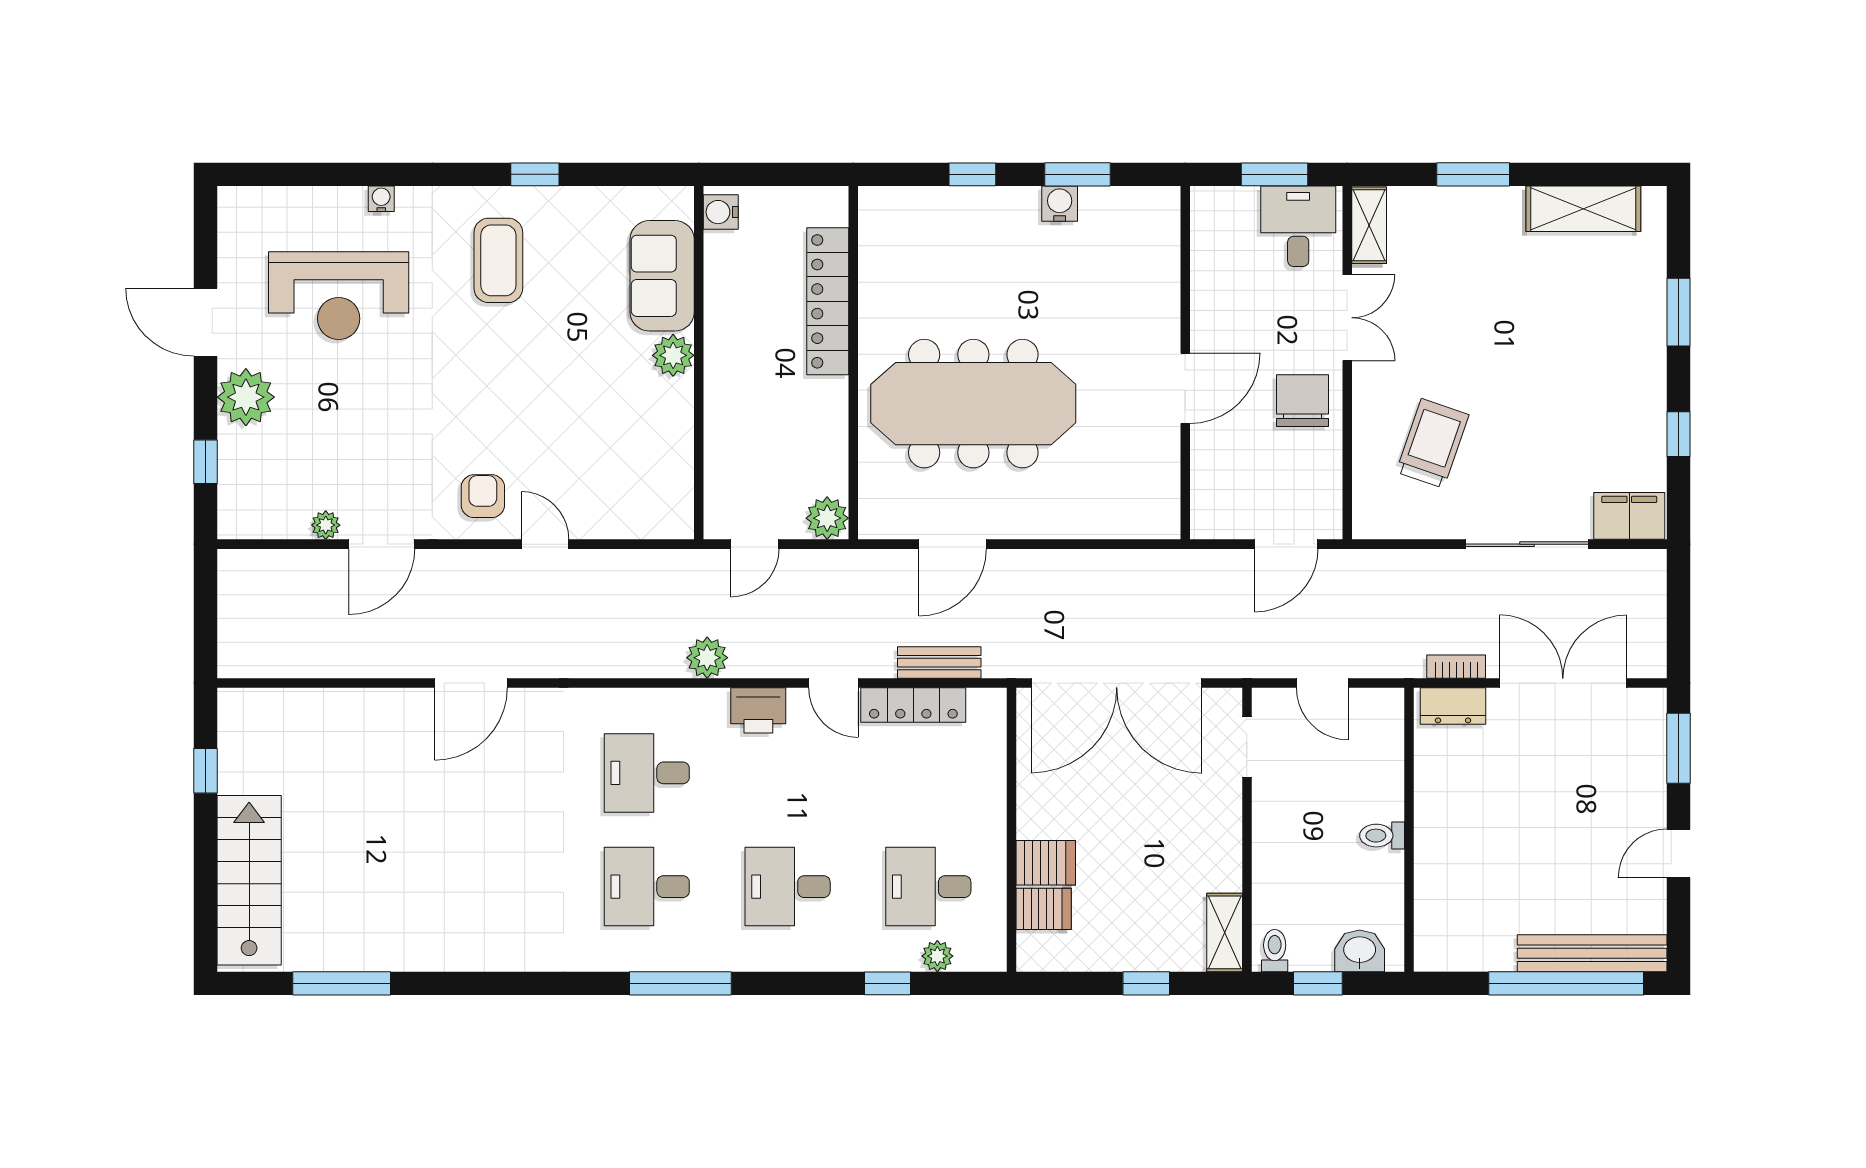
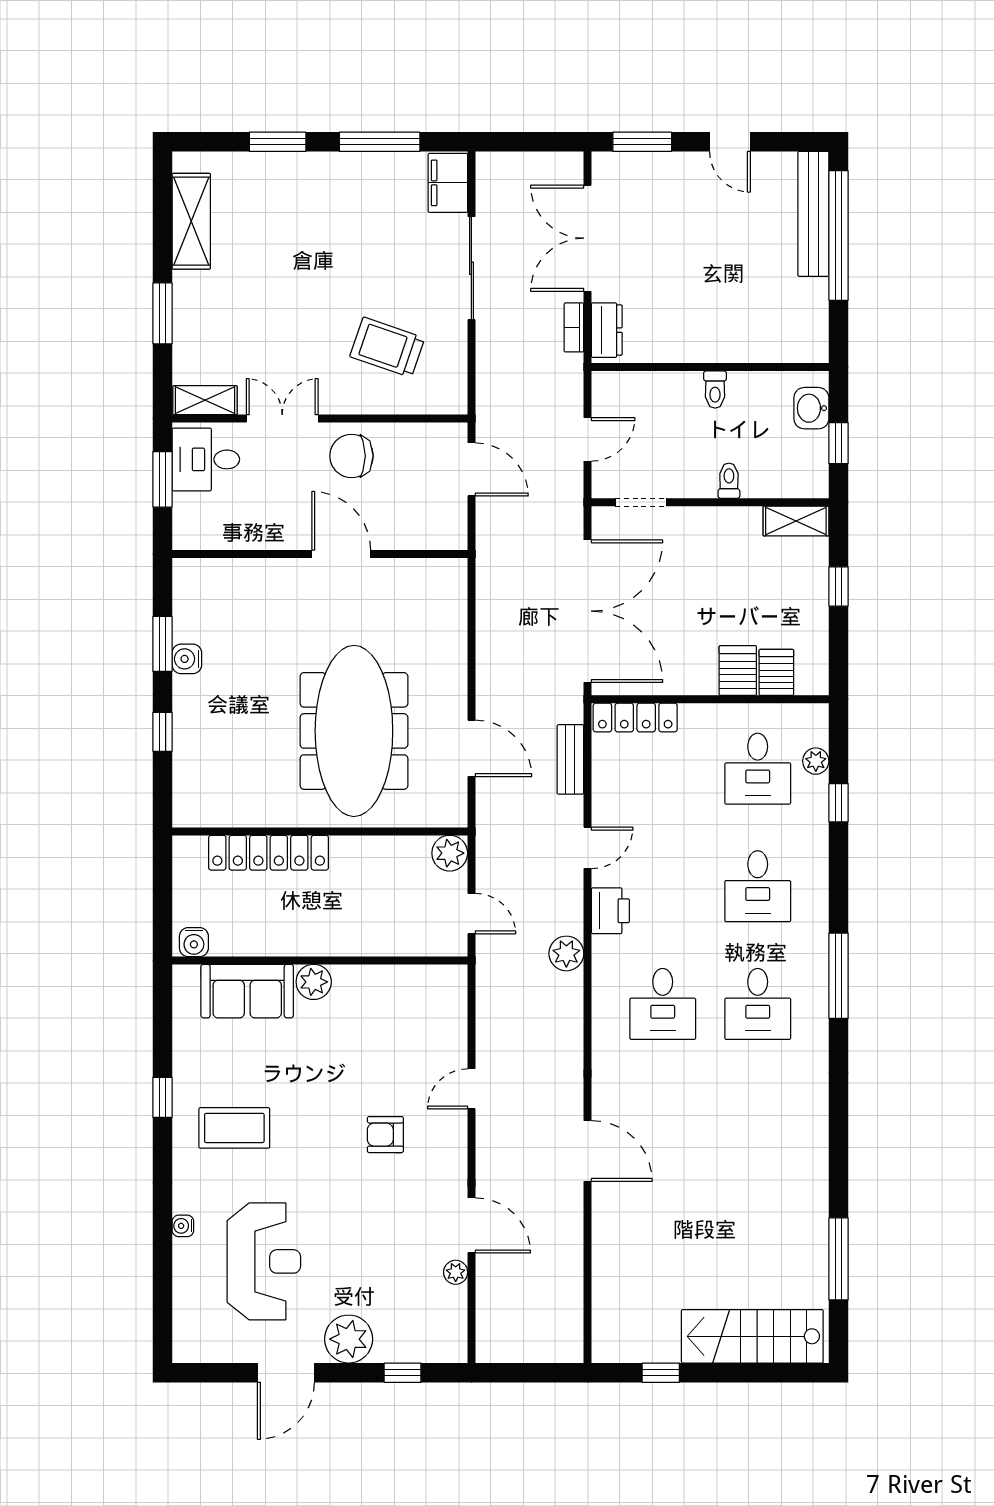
window: (1678, 434) -> (380, 142), width x2.17
armchair: (483, 496) -> (385, 1135), moved
locker: (913, 705) -> (635, 717), moved, turned 90
toilet: (1275, 951) -> (729, 481), moved, turned 90

